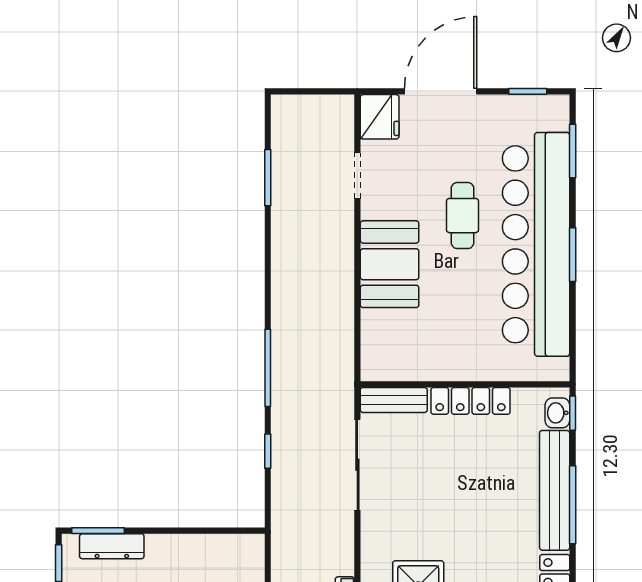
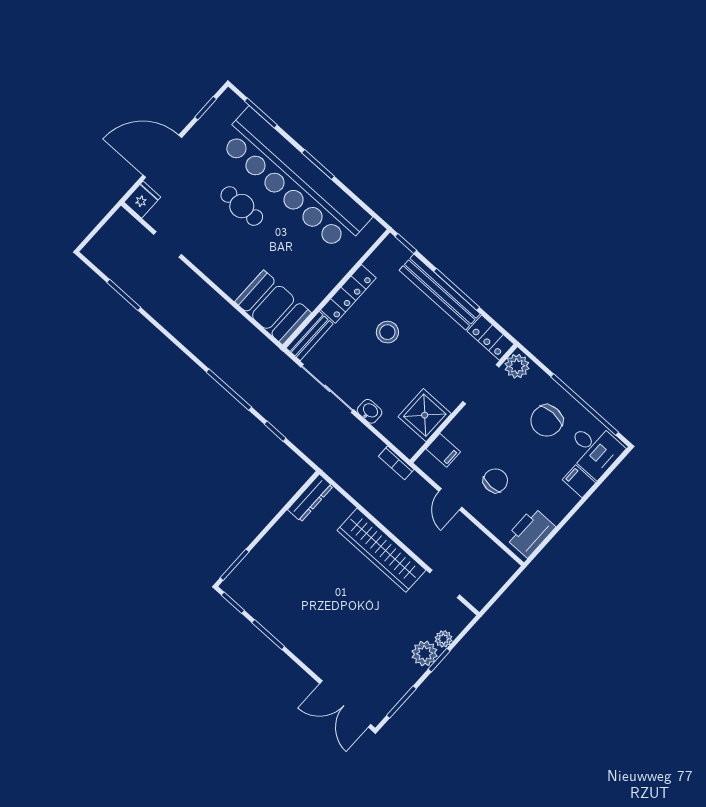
door: (441, 91) -> (162, 156), hinge flipped
fridge: (380, 117) -> (142, 200), width x0.72
booth: (390, 264) -> (273, 307), moved
washbasin: (557, 413) -> (370, 411), moved, turned 180
stool: (468, 474) -> (387, 332), added
dresser: (112, 546) -> (310, 498), moved

